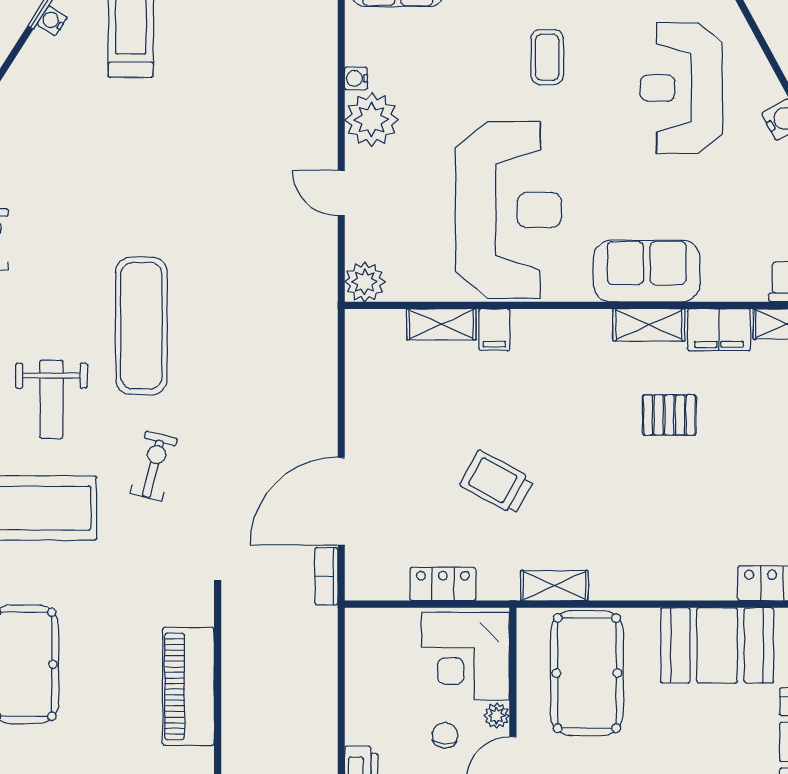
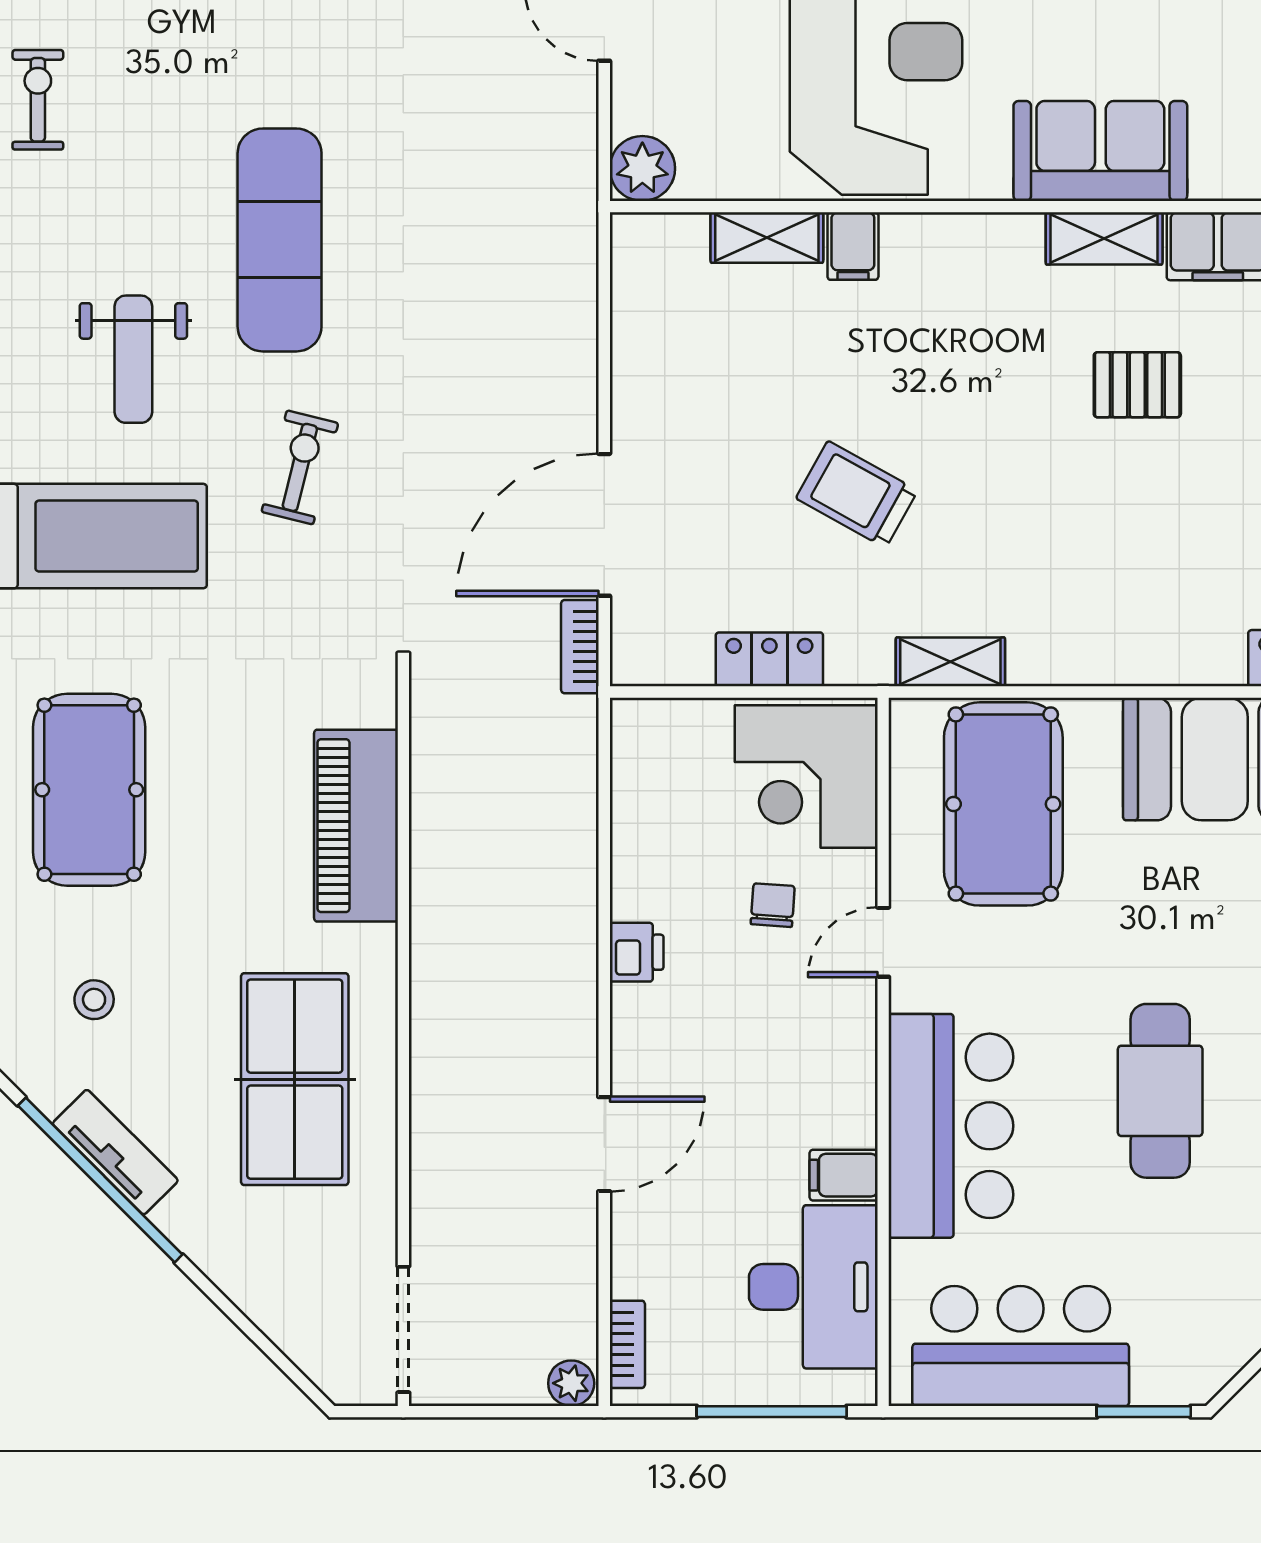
plant: (497, 716) -> (857, 873), removed

